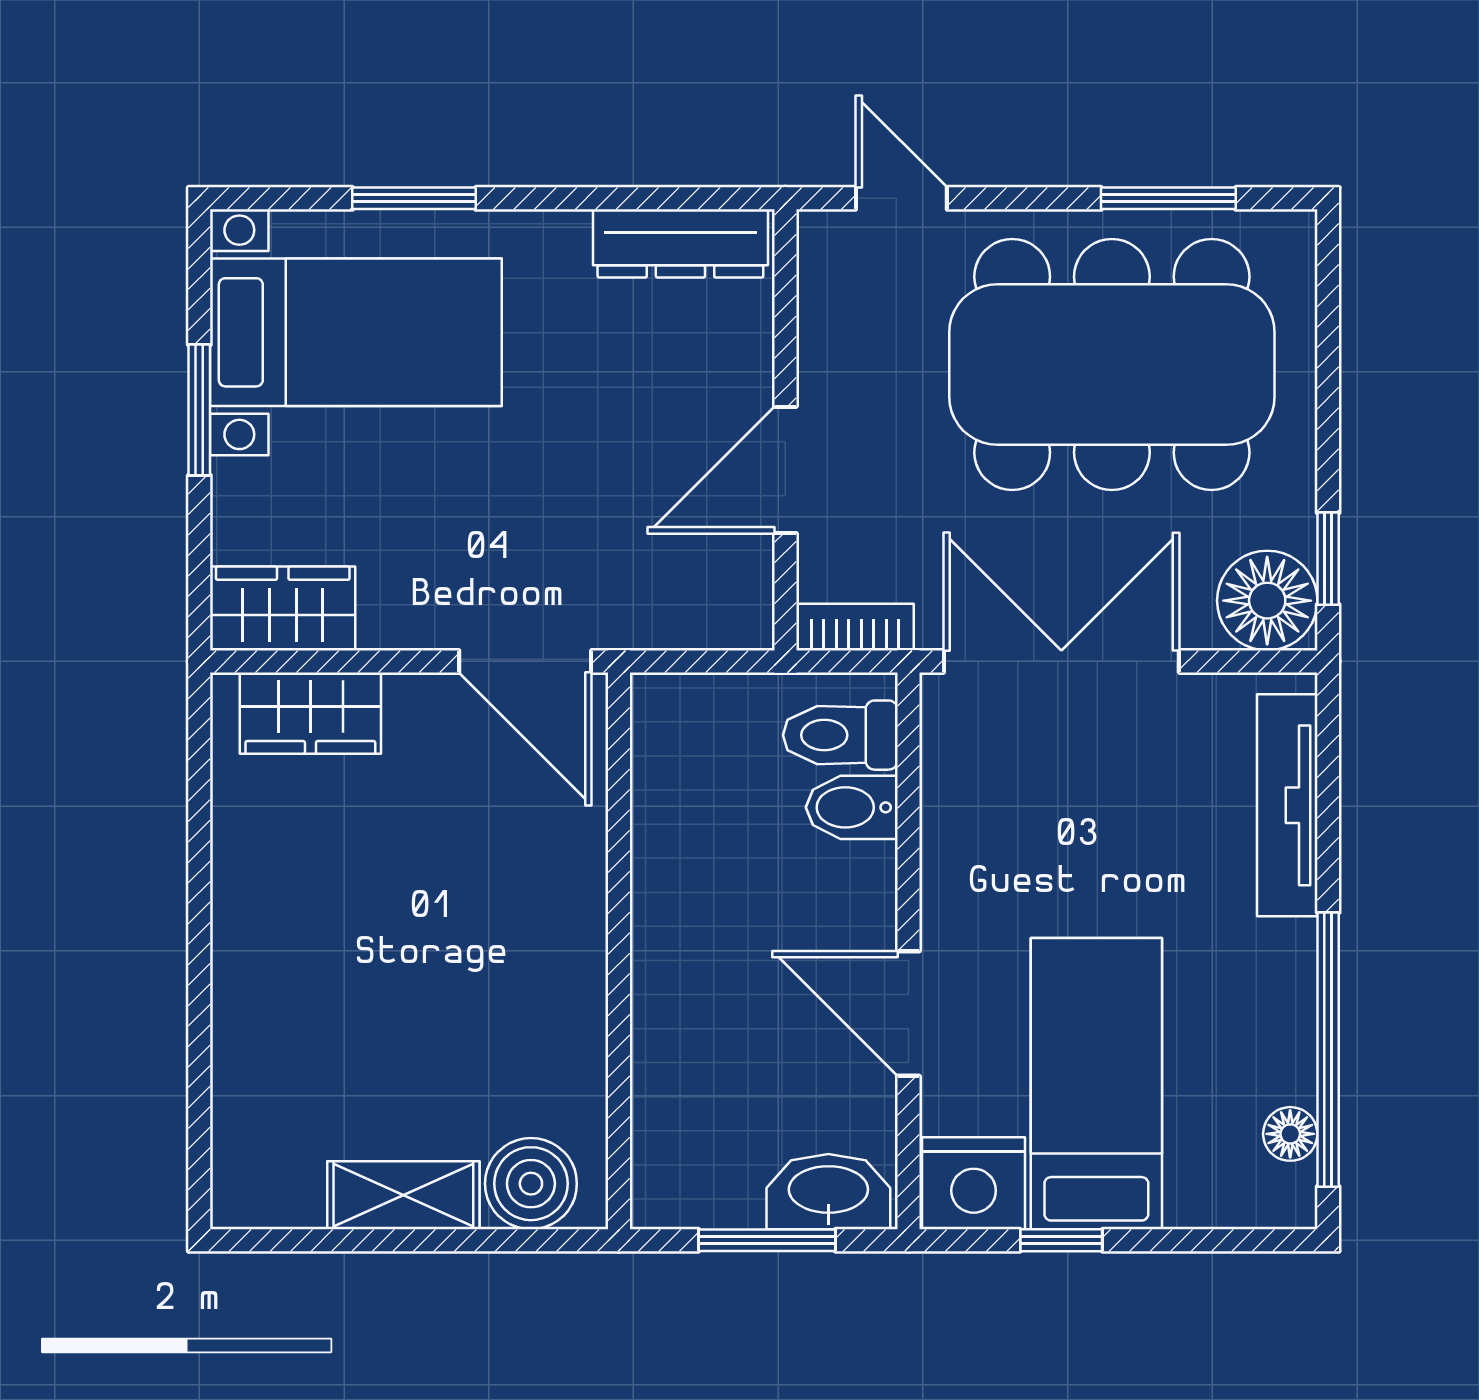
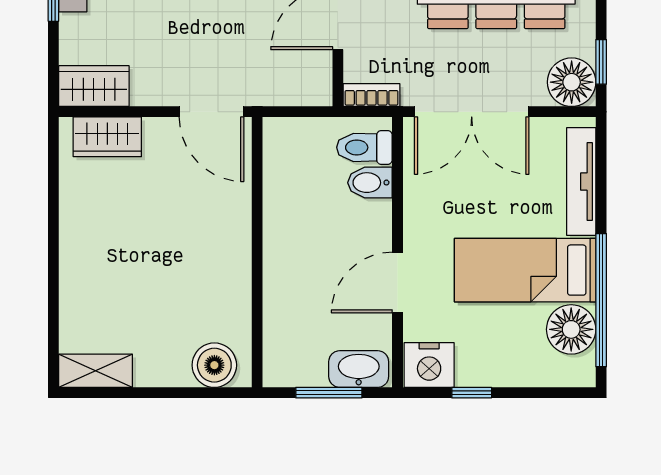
double door: (1061, 661) -> (472, 112), swing flipped
door: (908, 1014) -> (397, 283), hinge flipped
bed: (1096, 1084) -> (525, 270), moved, turned -90
floor lamp: (1290, 1134) -> (571, 329), width x1.89, depth x1.89
shelving: (403, 1195) -> (96, 371), moved

